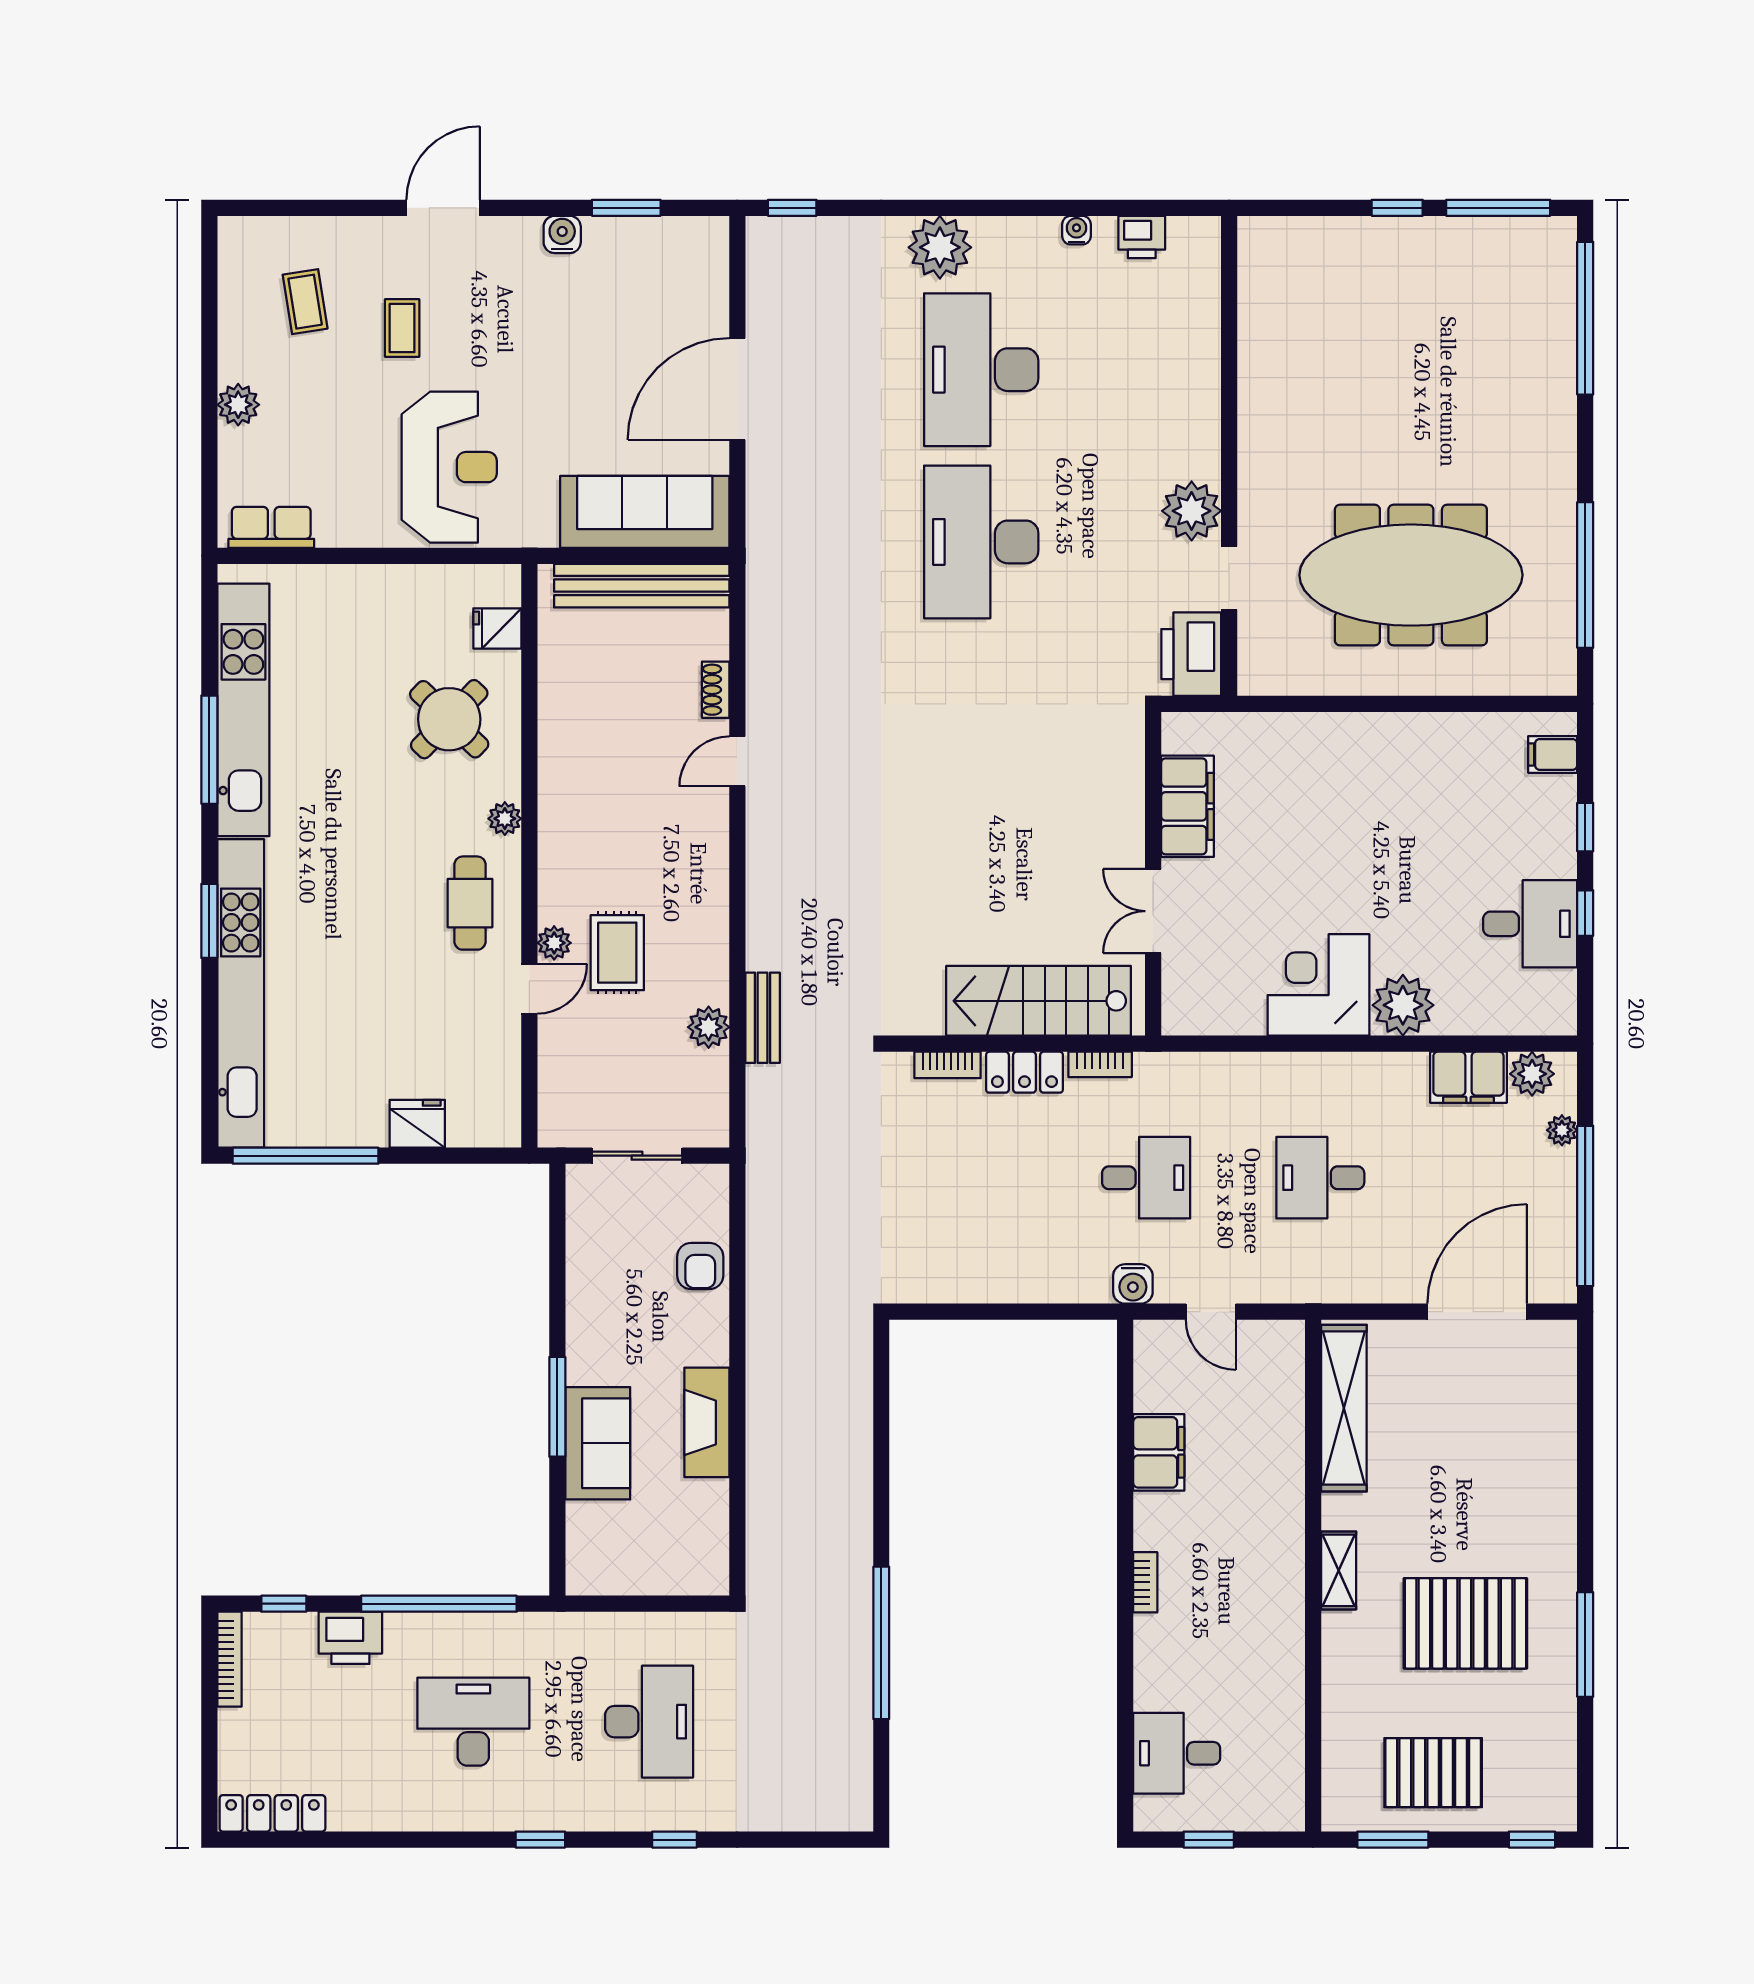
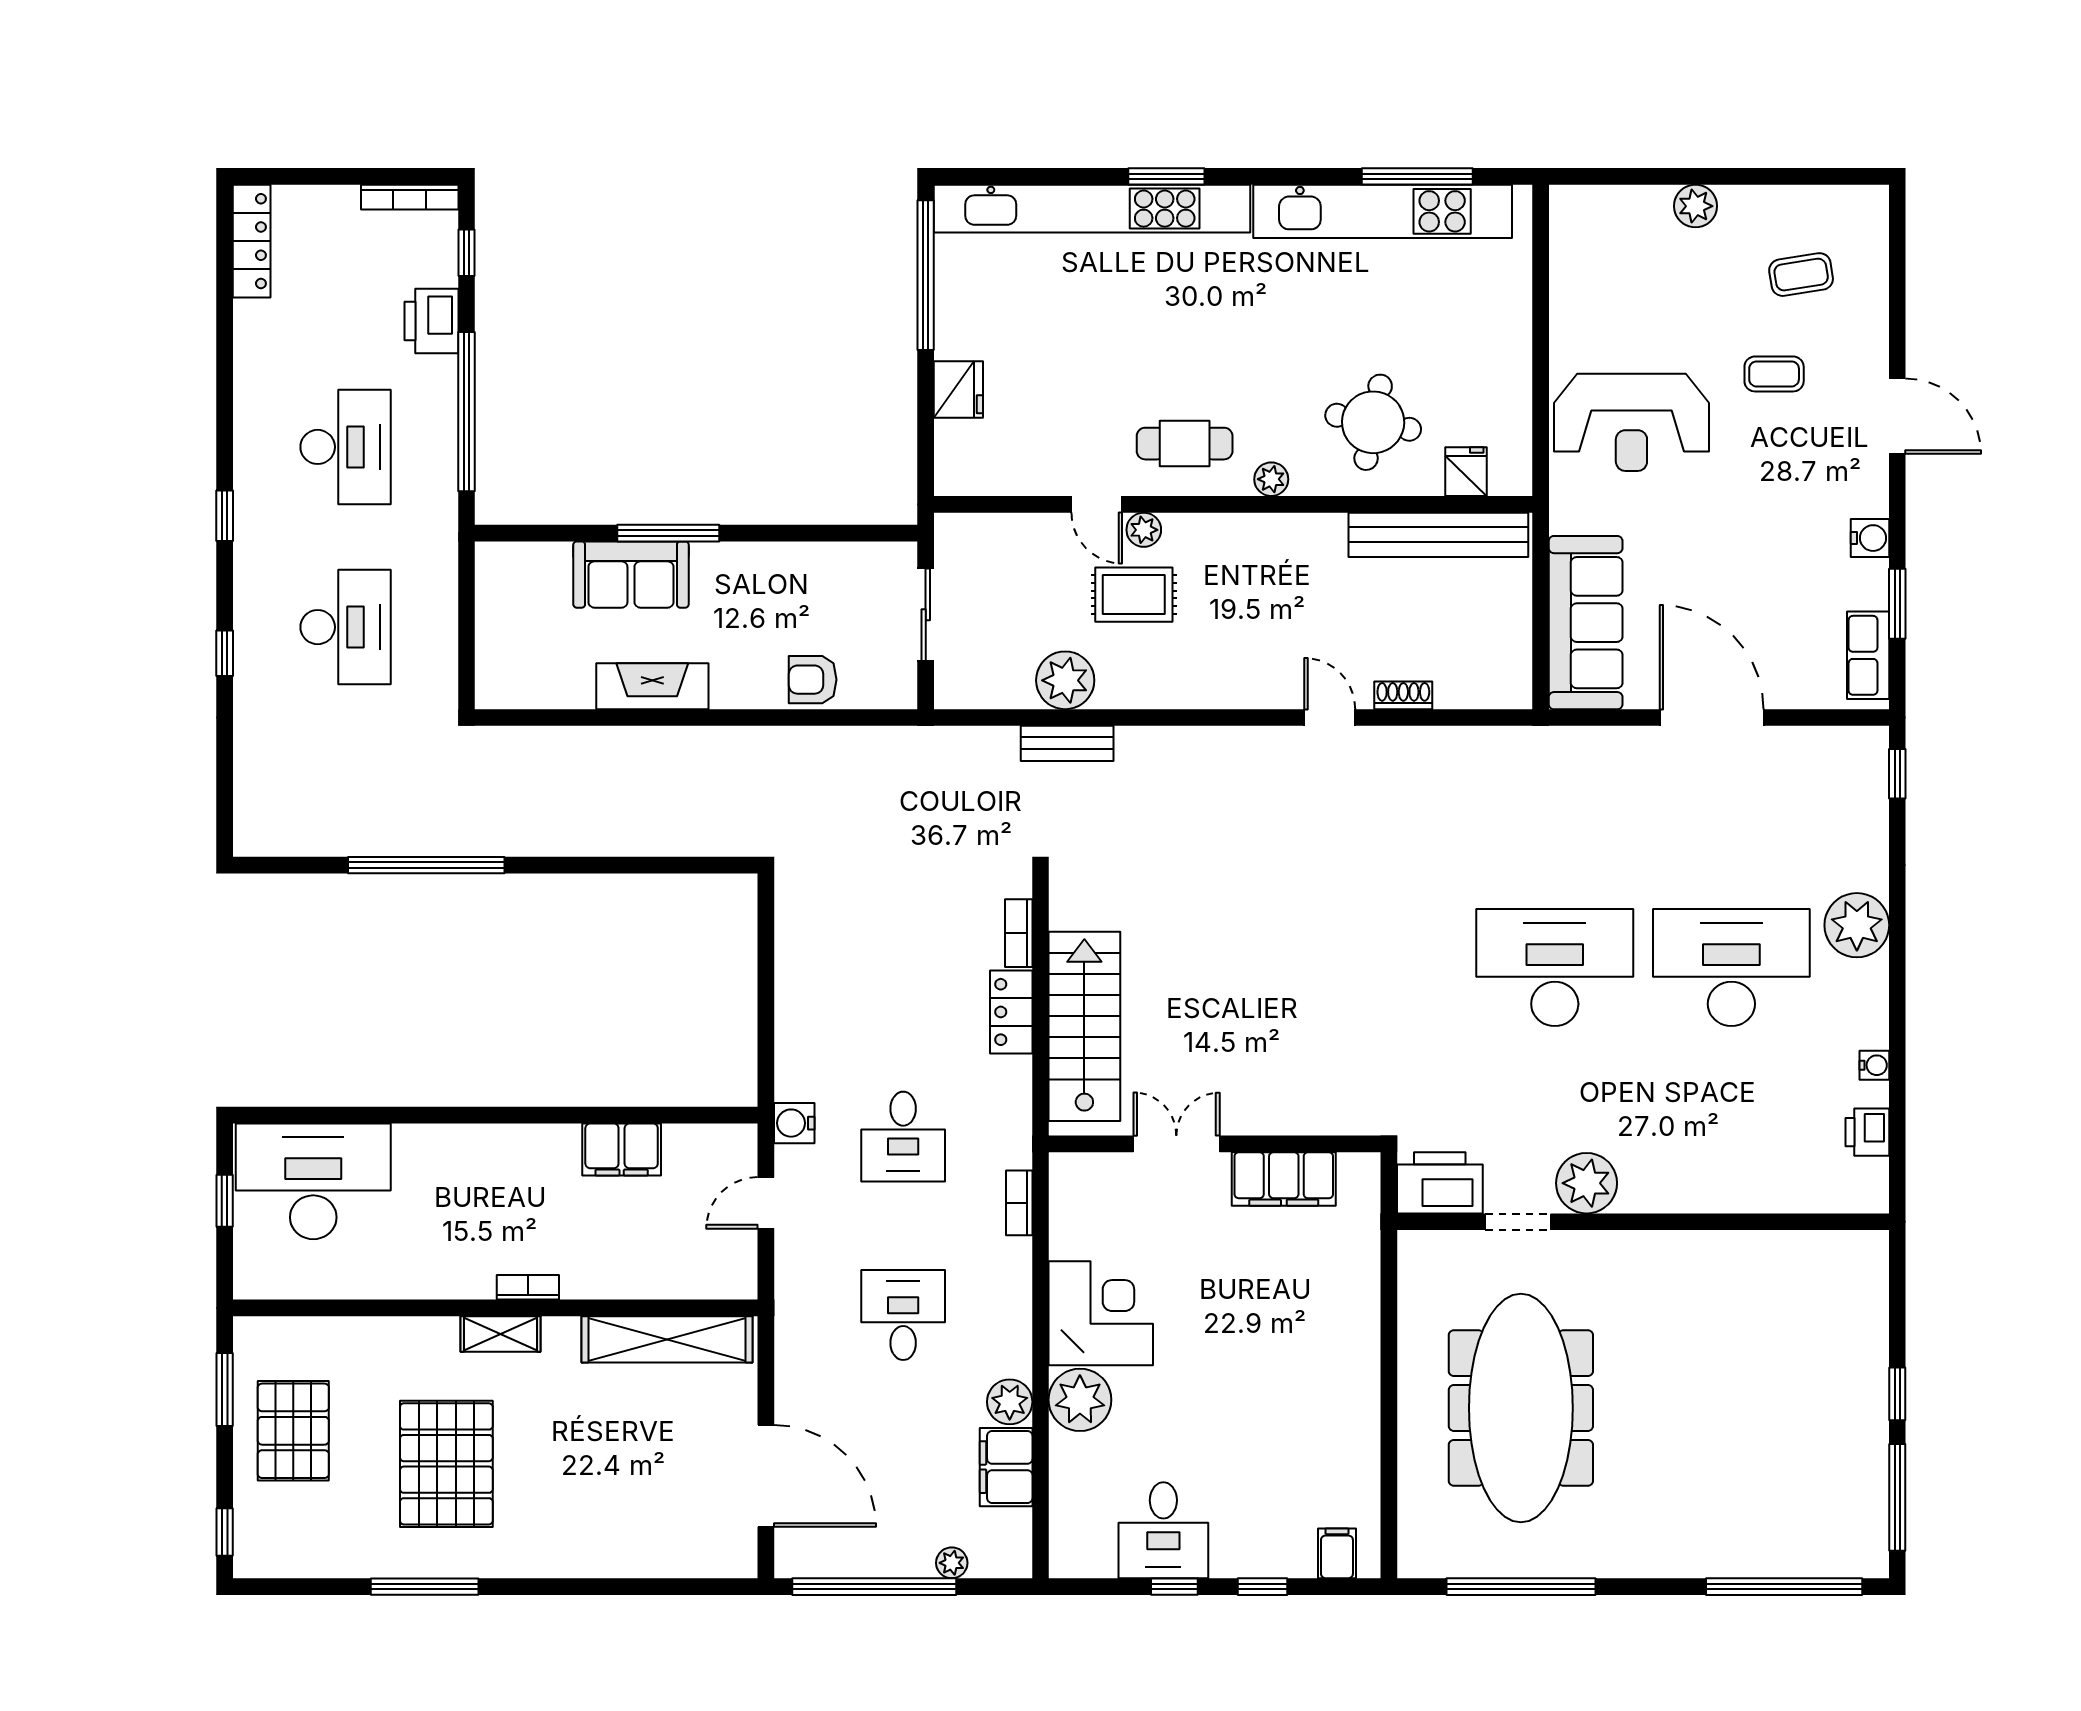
row of seats: (271, 527) -> (1868, 655), moved, turned 180
bench: (642, 586) -> (1438, 535), moved, turned 90
round table: (449, 719) -> (1373, 422), turned -33
window: (209, 750) -> (1417, 176), moved
plant: (709, 1027) -> (1065, 680), width x1.36, depth x1.36
bookcase: (1100, 1064) -> (1019, 1203), moved
plant: (1532, 1074) -> (1010, 1402), moved
bookcase: (1145, 1582) -> (528, 1287), moved, turned 180
desk: (649, 1722) -> (346, 627), turned -90
desk: (1177, 1753) -> (313, 1181), width x1.87, depth x1.30

